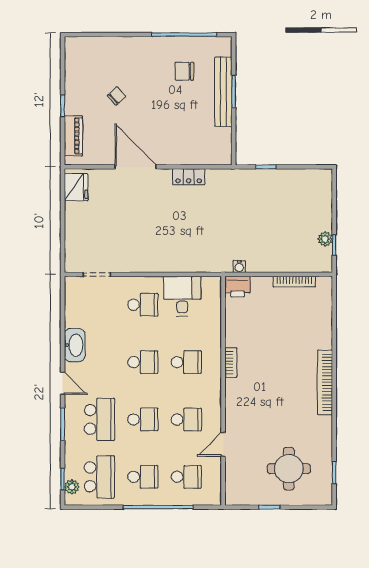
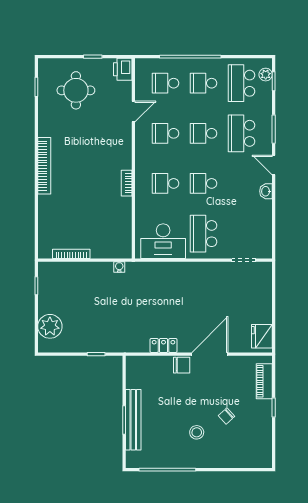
chair: (184, 71) -> (182, 365), moved
stool: (151, 77) -> (197, 432), added
door: (136, 167) -> (210, 354), swing flipped
plant: (325, 239) -> (50, 326), moved, width x1.87, depth x1.87
printer: (237, 287) -> (123, 69), moved, turned -90
desk: (182, 296) -> (163, 241), width x1.37
school desk: (143, 305) -> (204, 234), width x1.85
washbasin: (75, 345) -> (266, 191), width x0.52, depth x0.69

